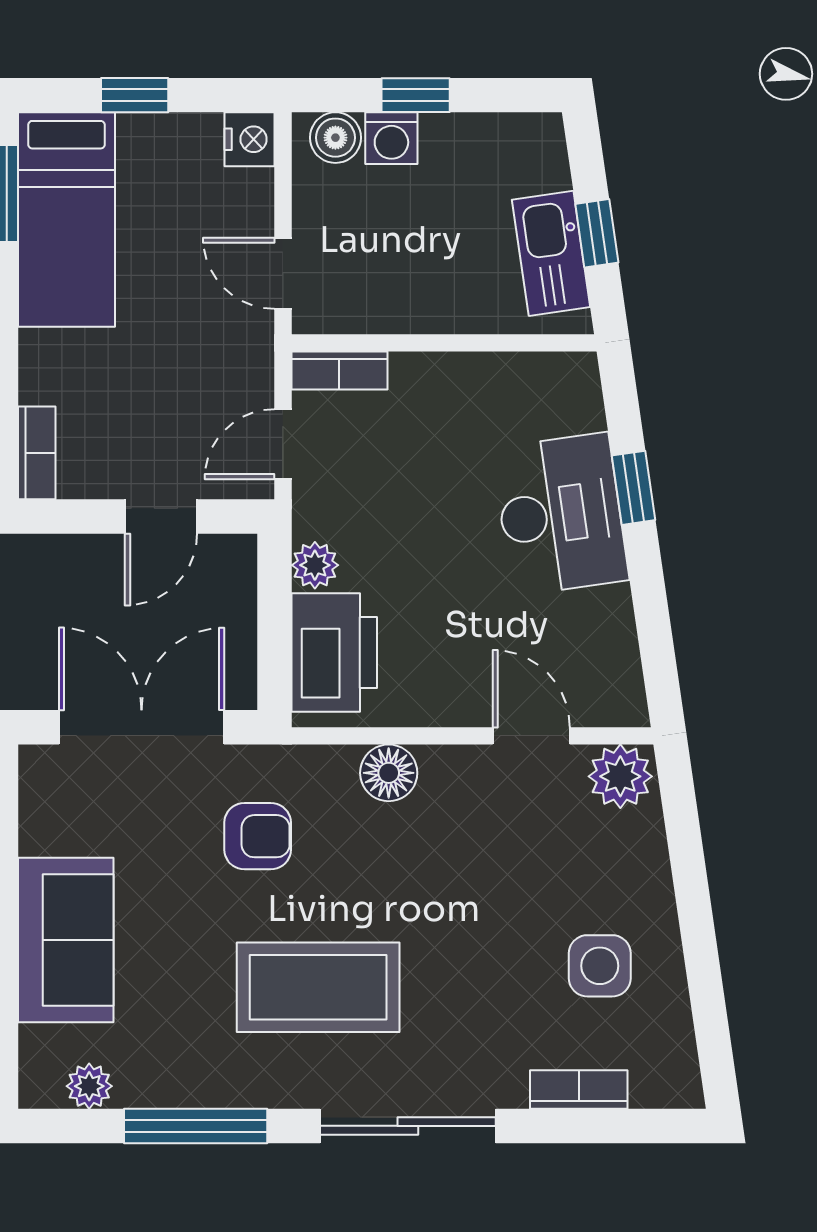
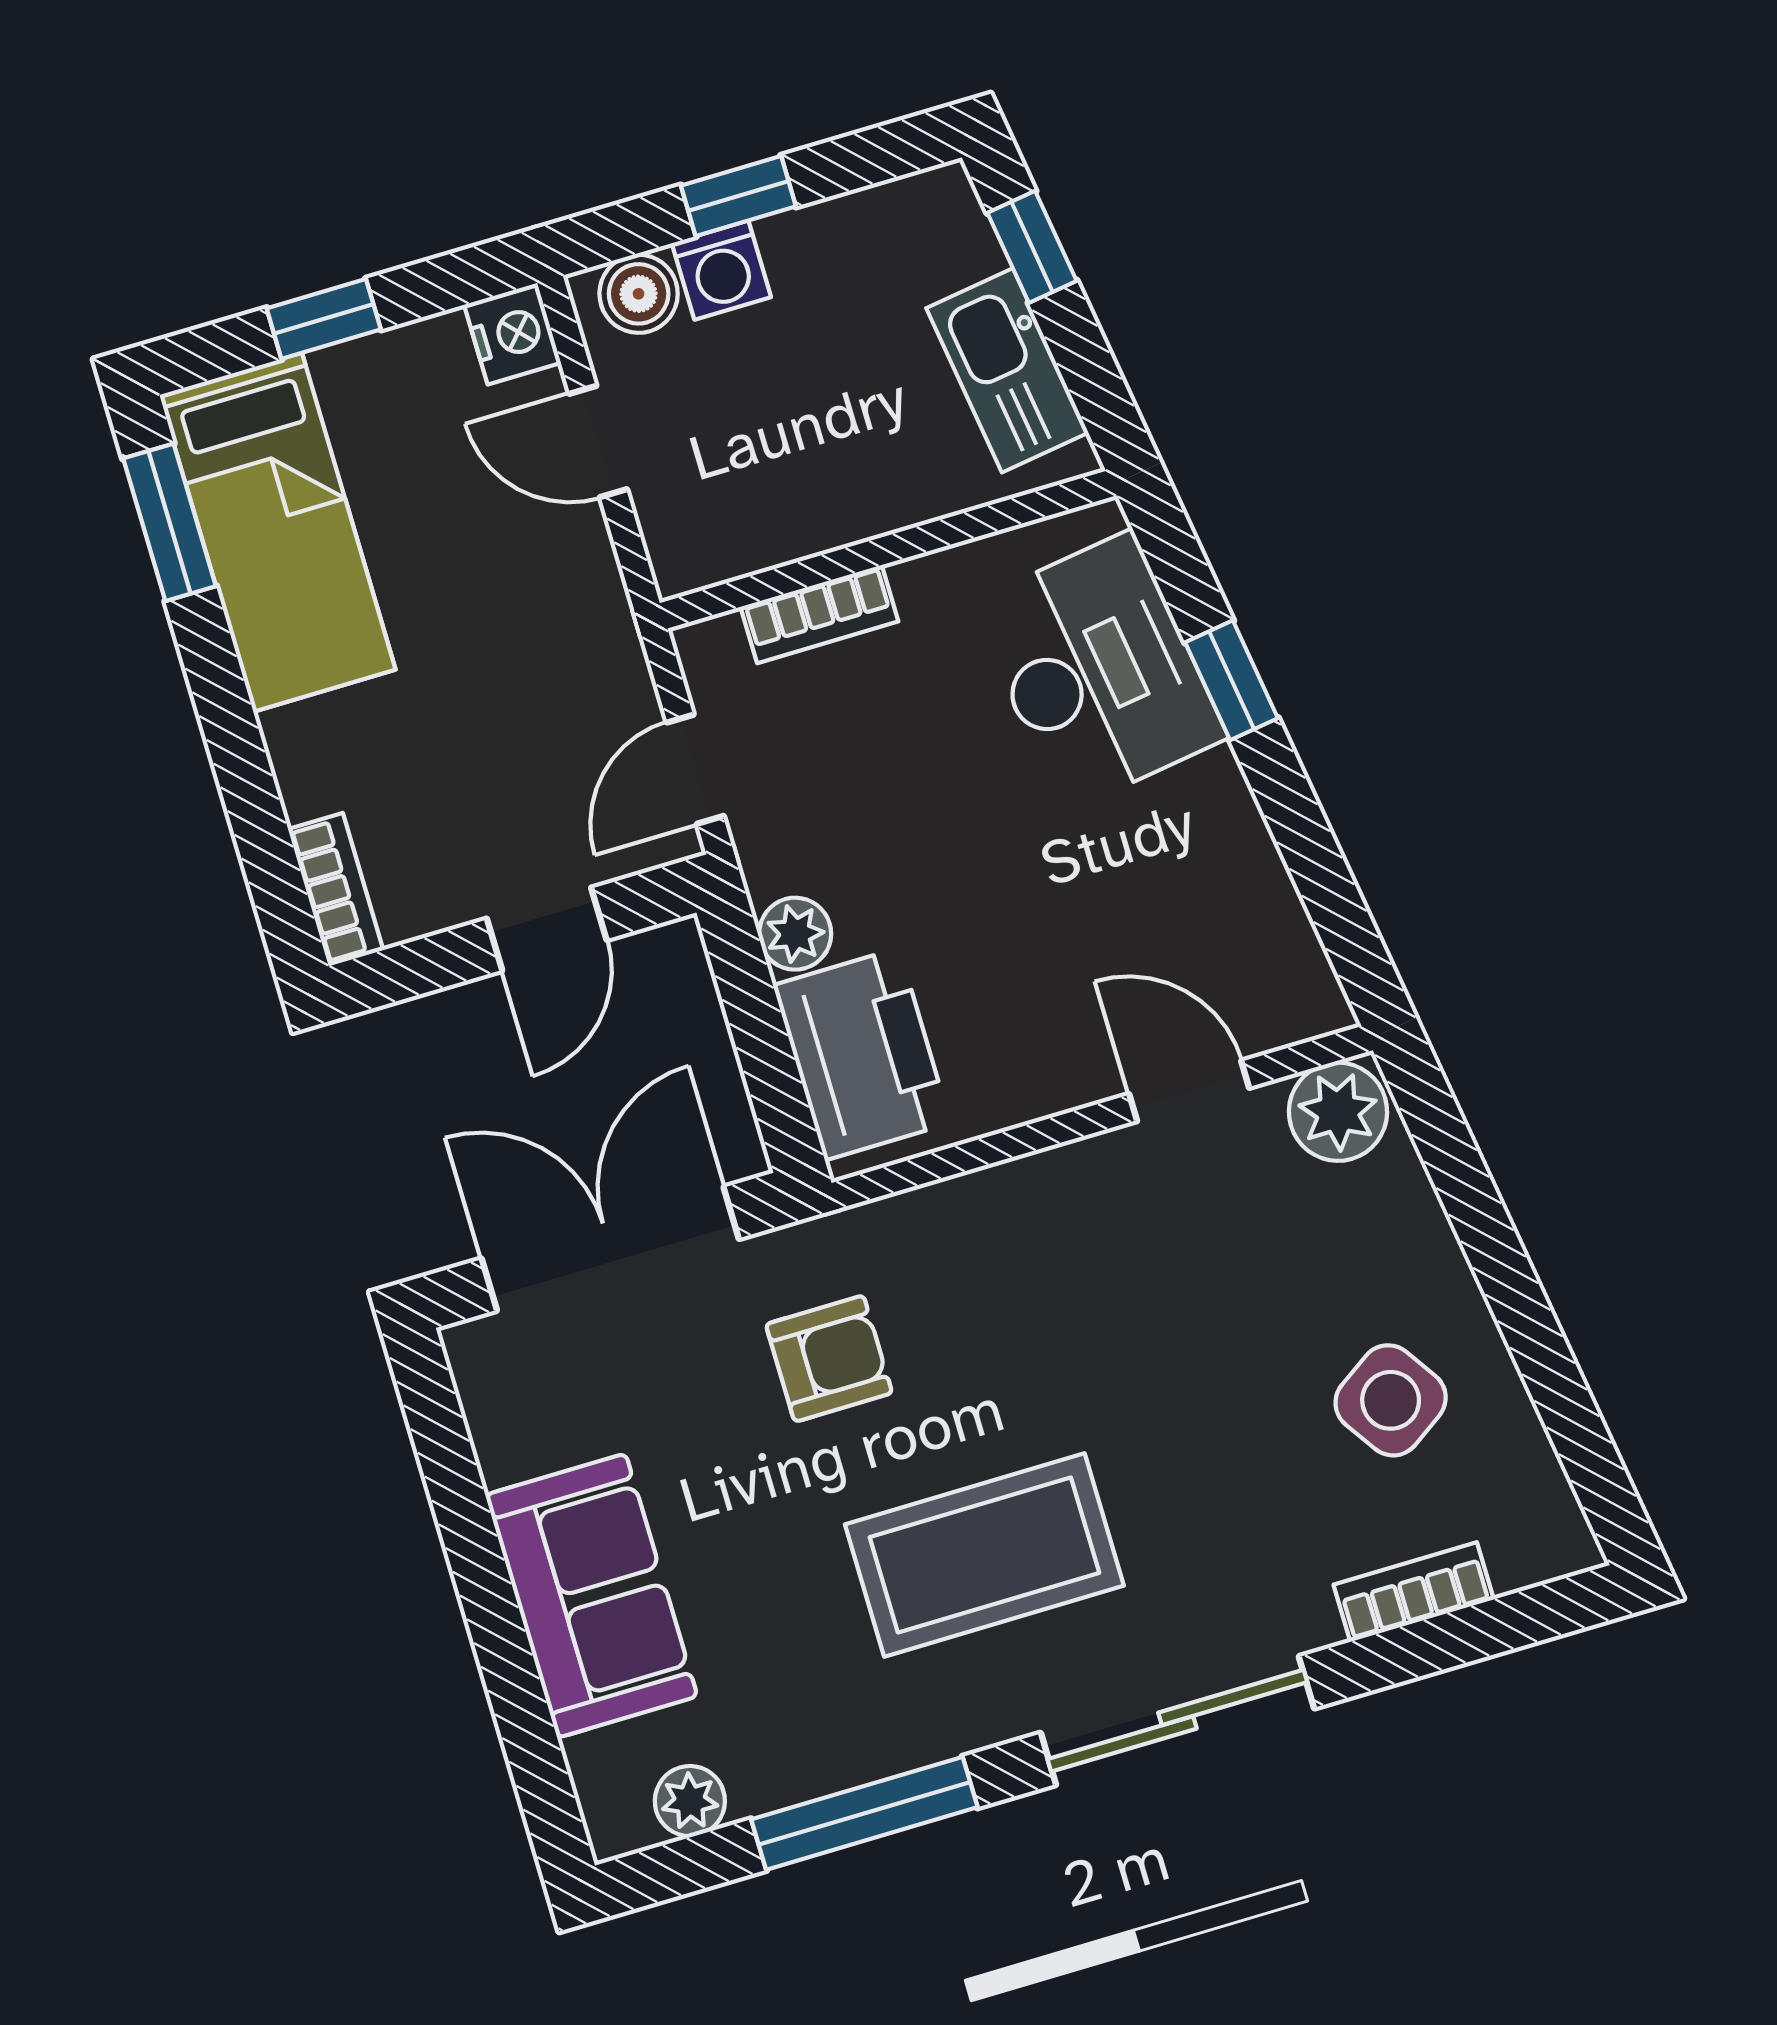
window: (597, 233) -> (1032, 247), moved
door: (283, 273) -> (598, 442), moved
bookcase: (339, 371) -> (819, 614), moved
desk: (560, 514) -> (1098, 671), moved
floor lamp: (389, 773) -> (995, 1208), removed
side table: (600, 966) -> (1391, 1400), turned -34

